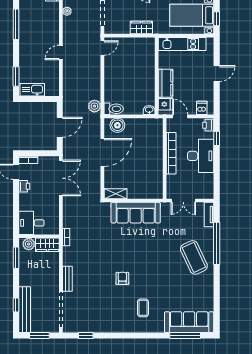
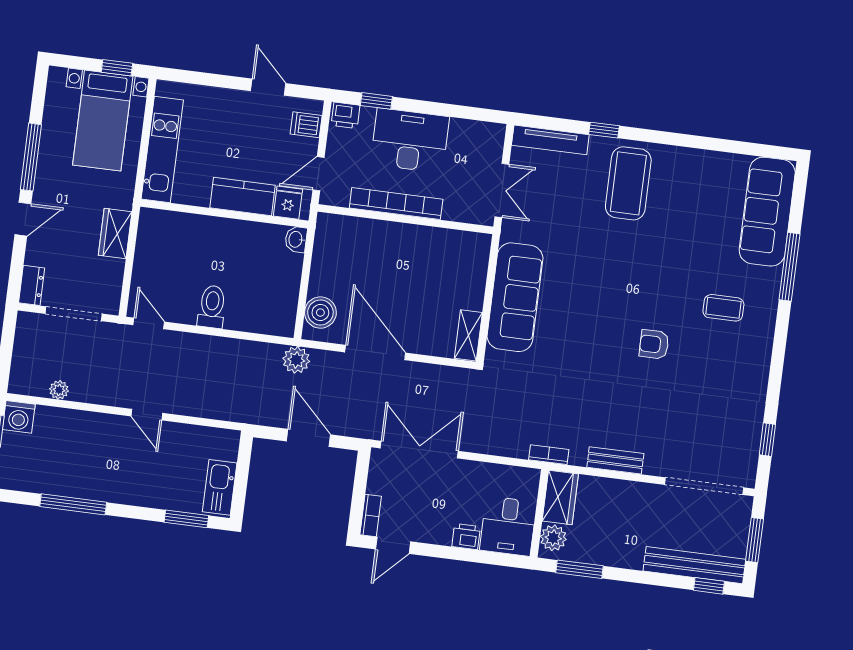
door: (217, 74) -> (268, 87), moved
plant: (94, 106) -> (296, 360), moved
toilet: (114, 109) -> (212, 307), moved
printer: (24, 186) -> (466, 537), moved
tv unit: (209, 215) -> (550, 140), width x1.41
window: (217, 243) -> (604, 130), width x0.32
coffee table: (194, 257) -> (628, 183), turned -65
bench: (67, 279) -> (615, 460), moved
window: (16, 305) -> (709, 586), moved
window: (185, 335) -> (790, 267), moved

